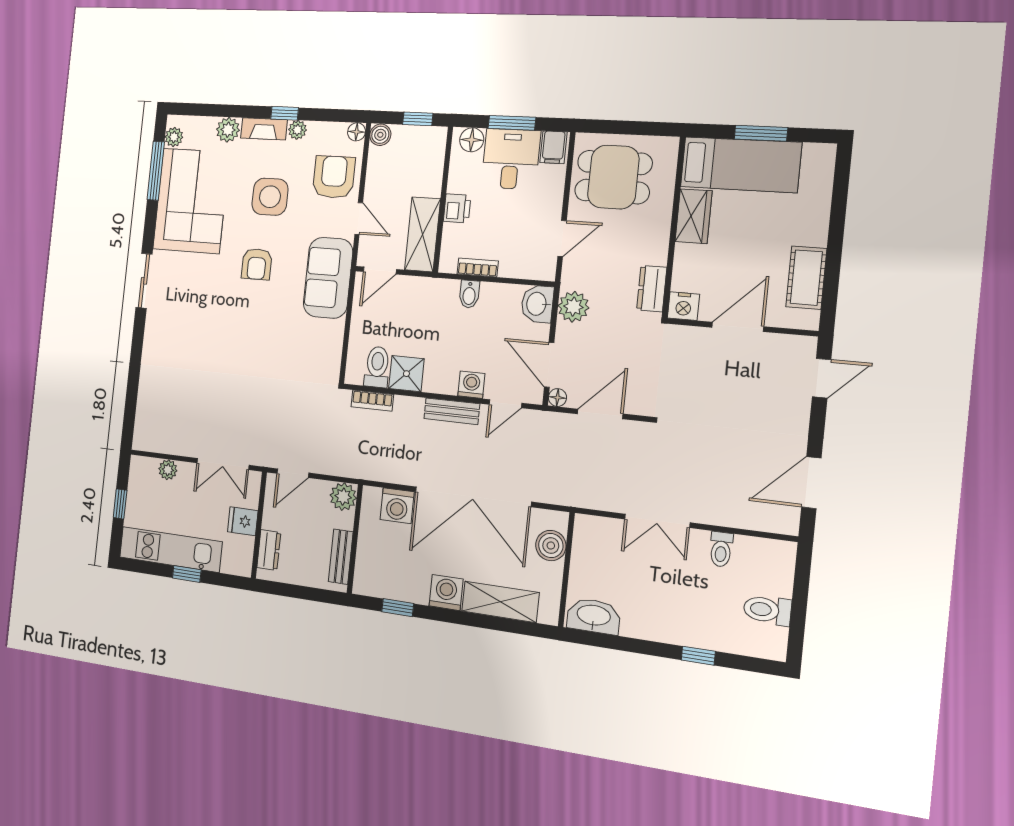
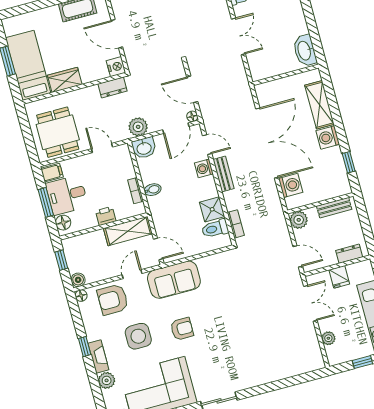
plant: (297, 130) -> (92, 334), removed
boiler: (551, 546) -> (276, 89), removed

